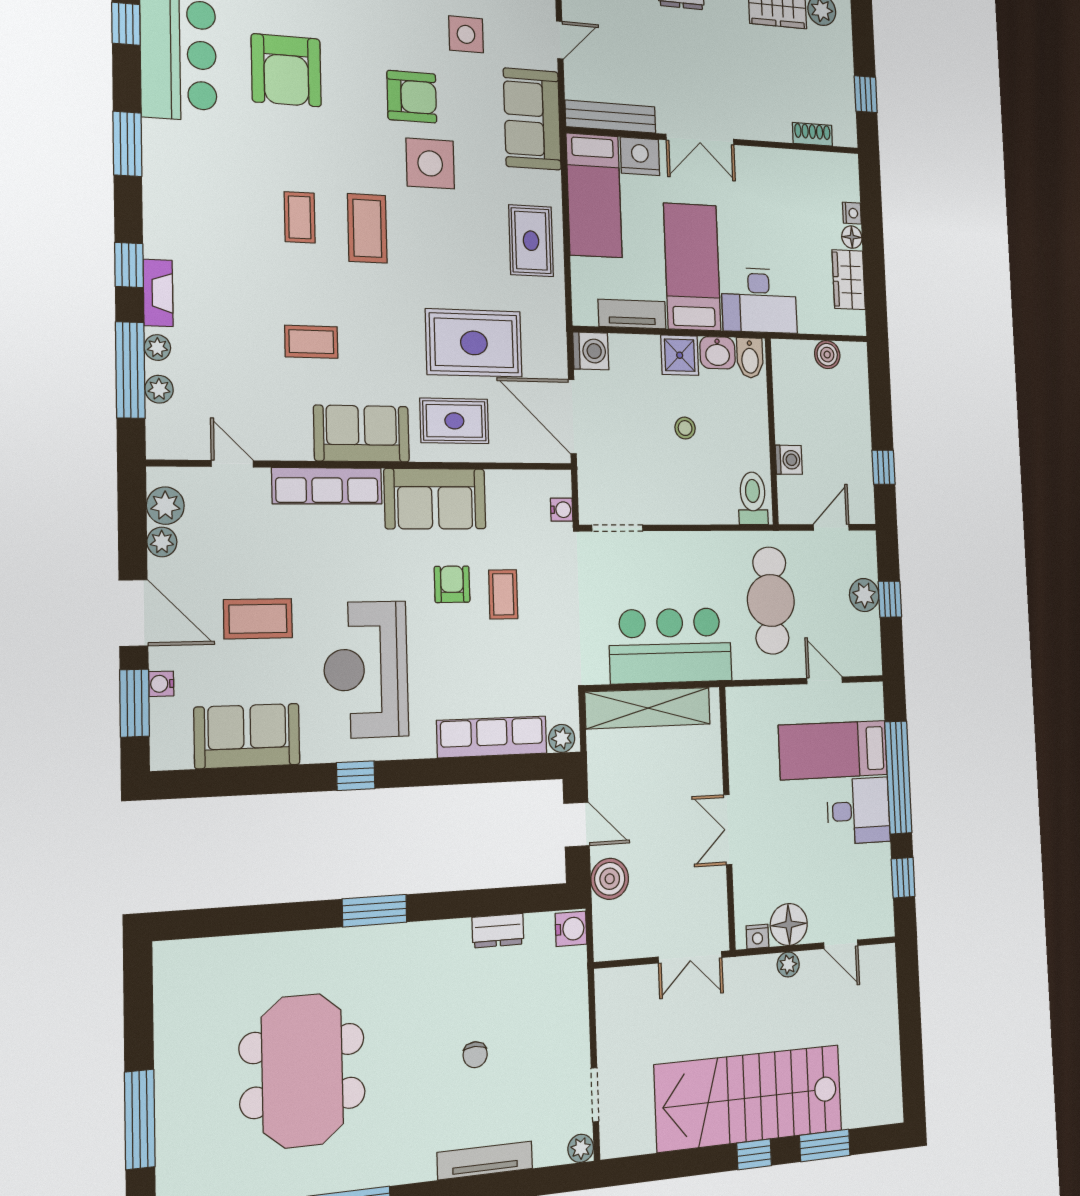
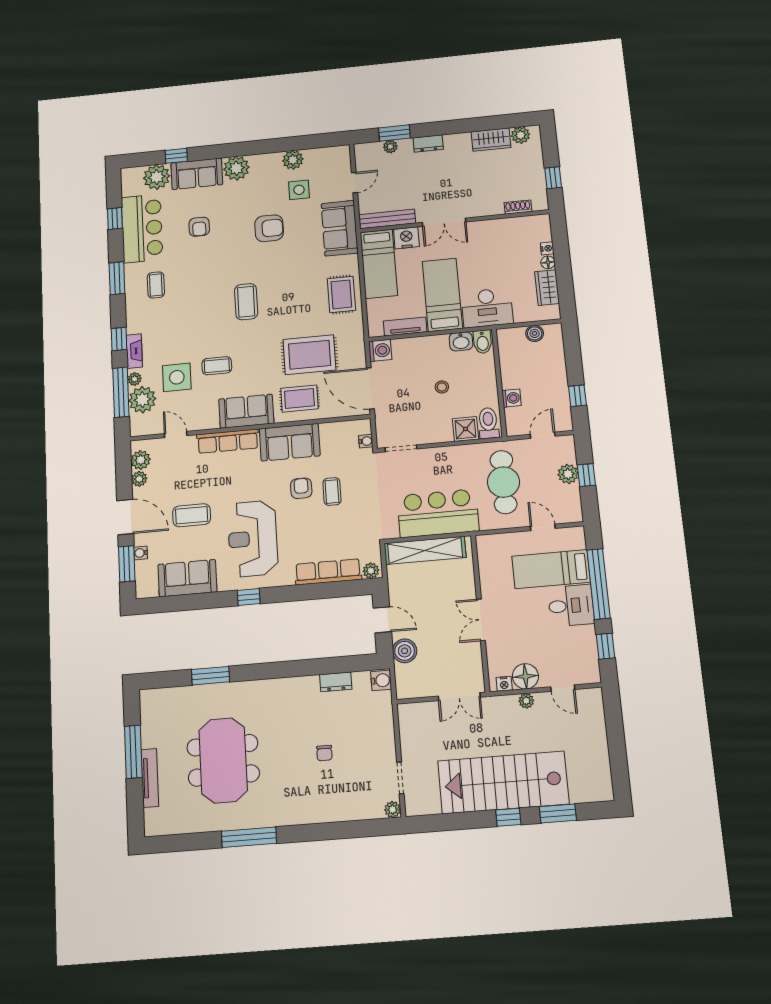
armchair: (286, 70) -> (199, 227), width x0.53, depth x0.53
side table: (430, 163) -> (177, 377), moved
coffee table: (300, 217) -> (156, 285), moved
shower: (680, 355) -> (465, 429), moved
plant: (159, 389) -> (142, 400), width x1.87, depth x1.87
window: (375, 911) -> (210, 676), moved
window: (140, 1119) -> (133, 752), moved
tv unit: (485, 1160) -> (150, 778), moved, turned 90

